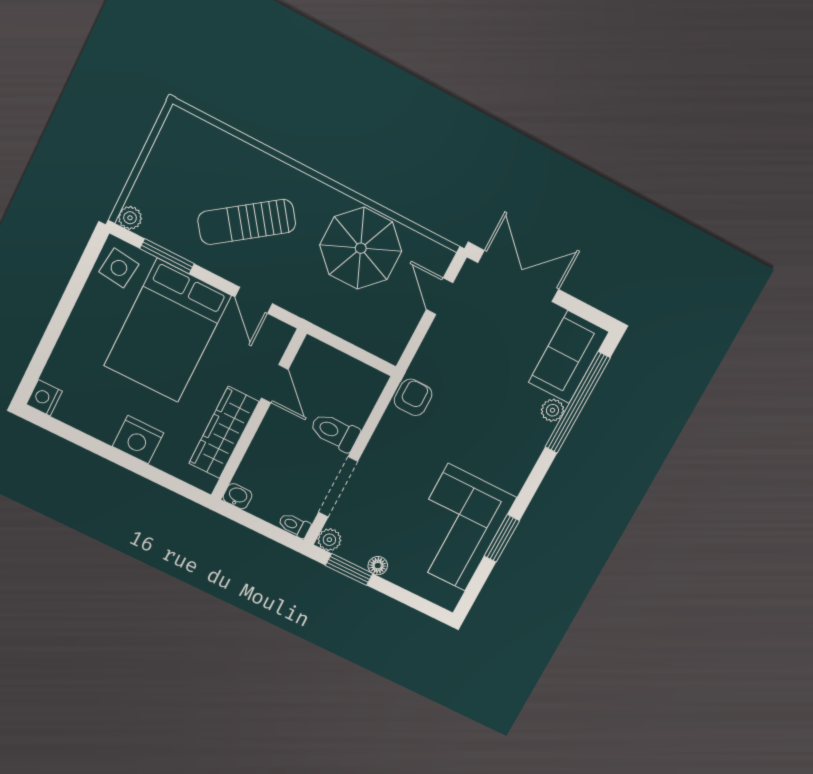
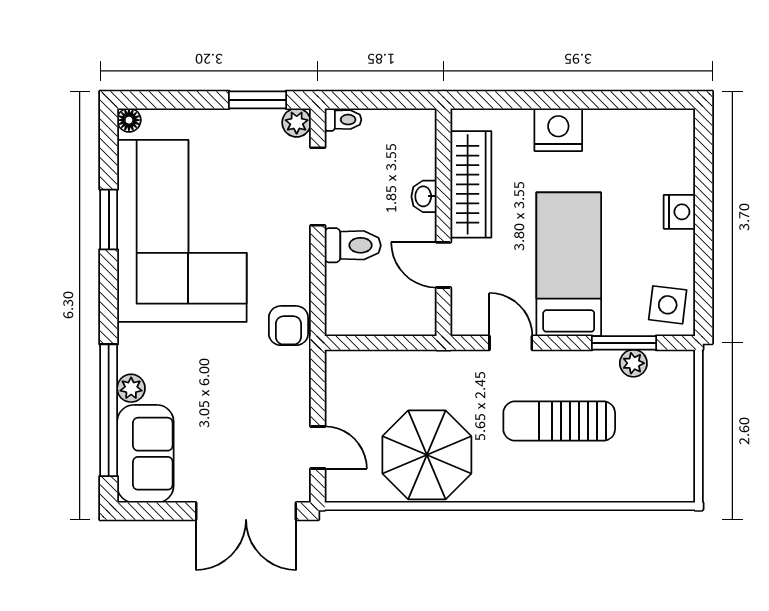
plant: (130, 218) -> (633, 363), moved
sun lounger: (247, 222) -> (559, 421), turned -144
bed: (168, 331) -> (569, 264), width x0.67
nightstand: (44, 398) -> (679, 212), moved
washbasin: (237, 496) -> (424, 196), moved, turned 90
corner sofa: (457, 527) -> (182, 231), width x1.36, depth x1.36
floor lamp: (378, 566) -> (129, 120), moved

